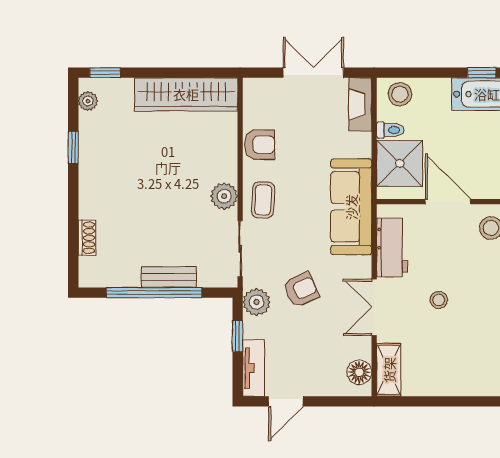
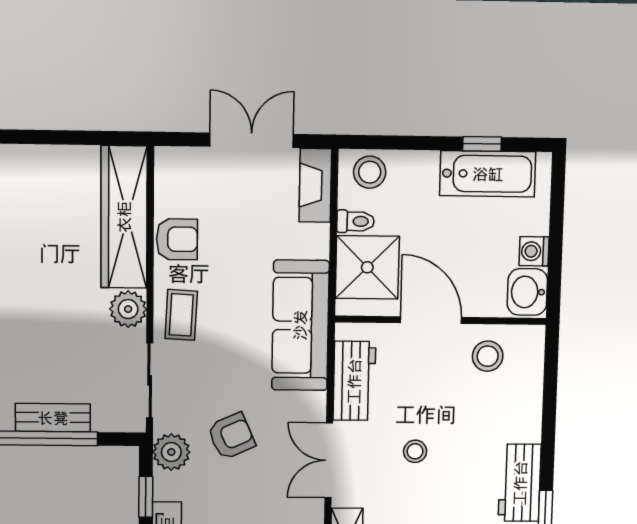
wardrobe: (186, 94) -> (124, 217), moved, turned 90

